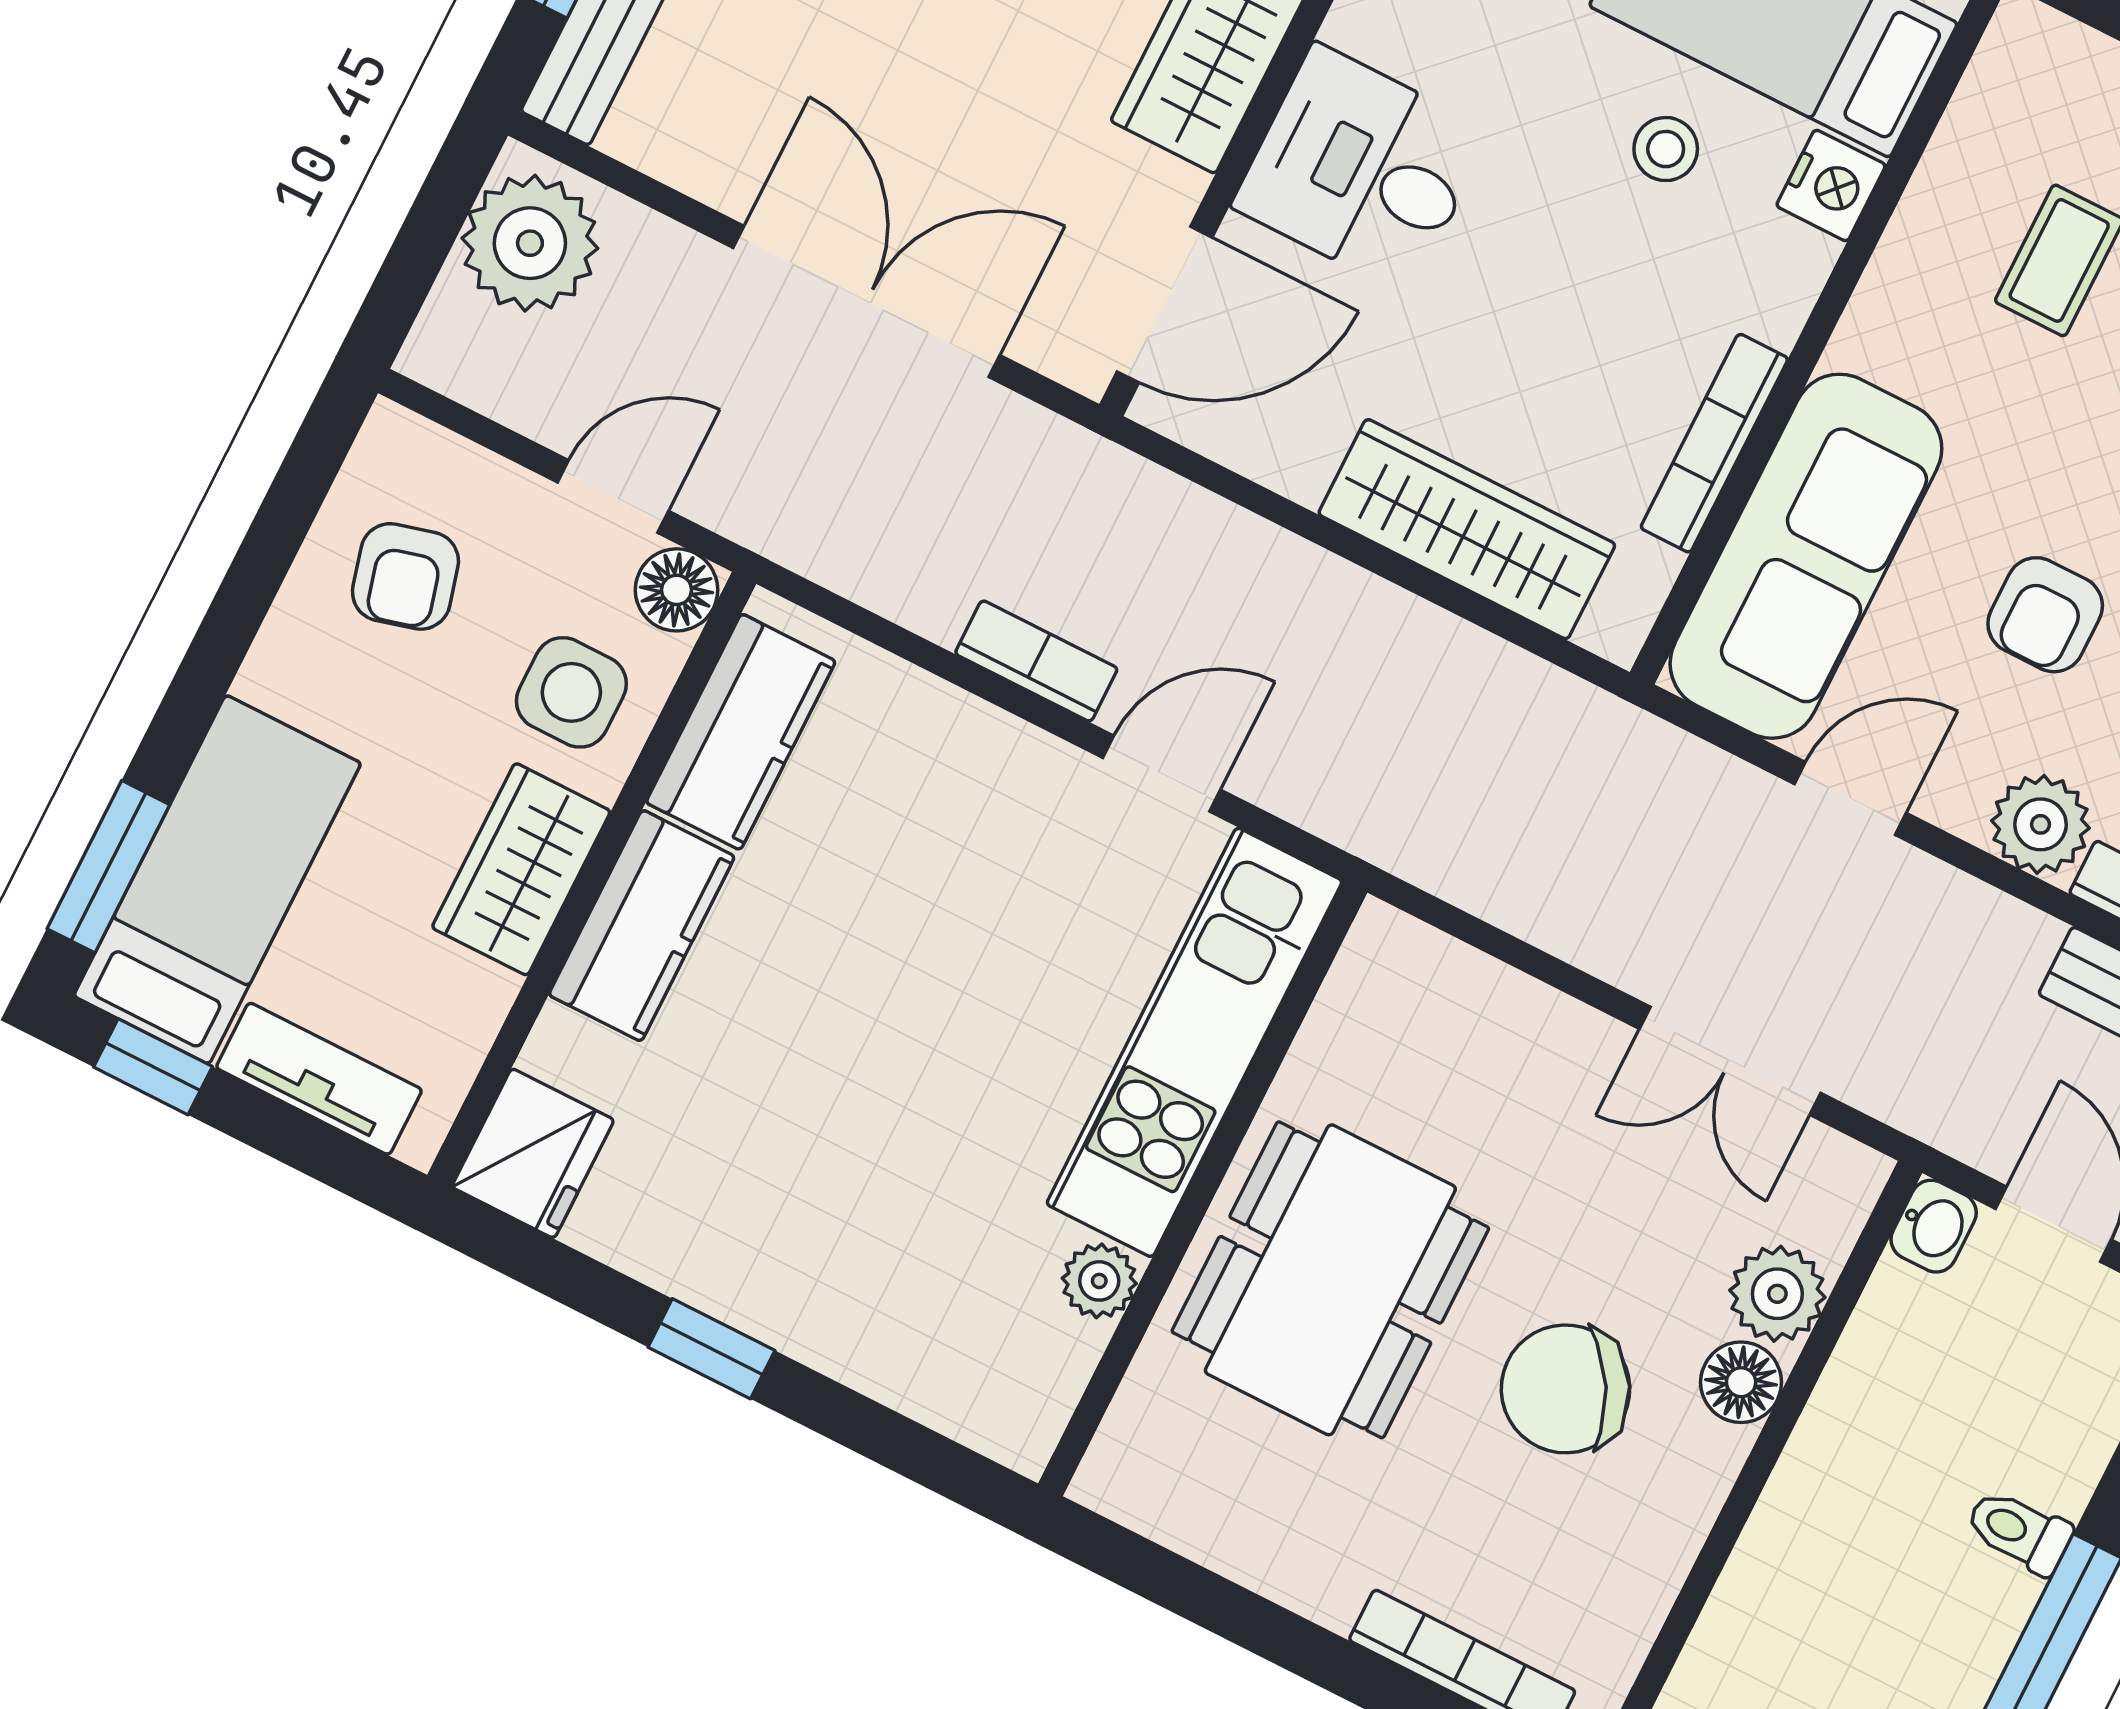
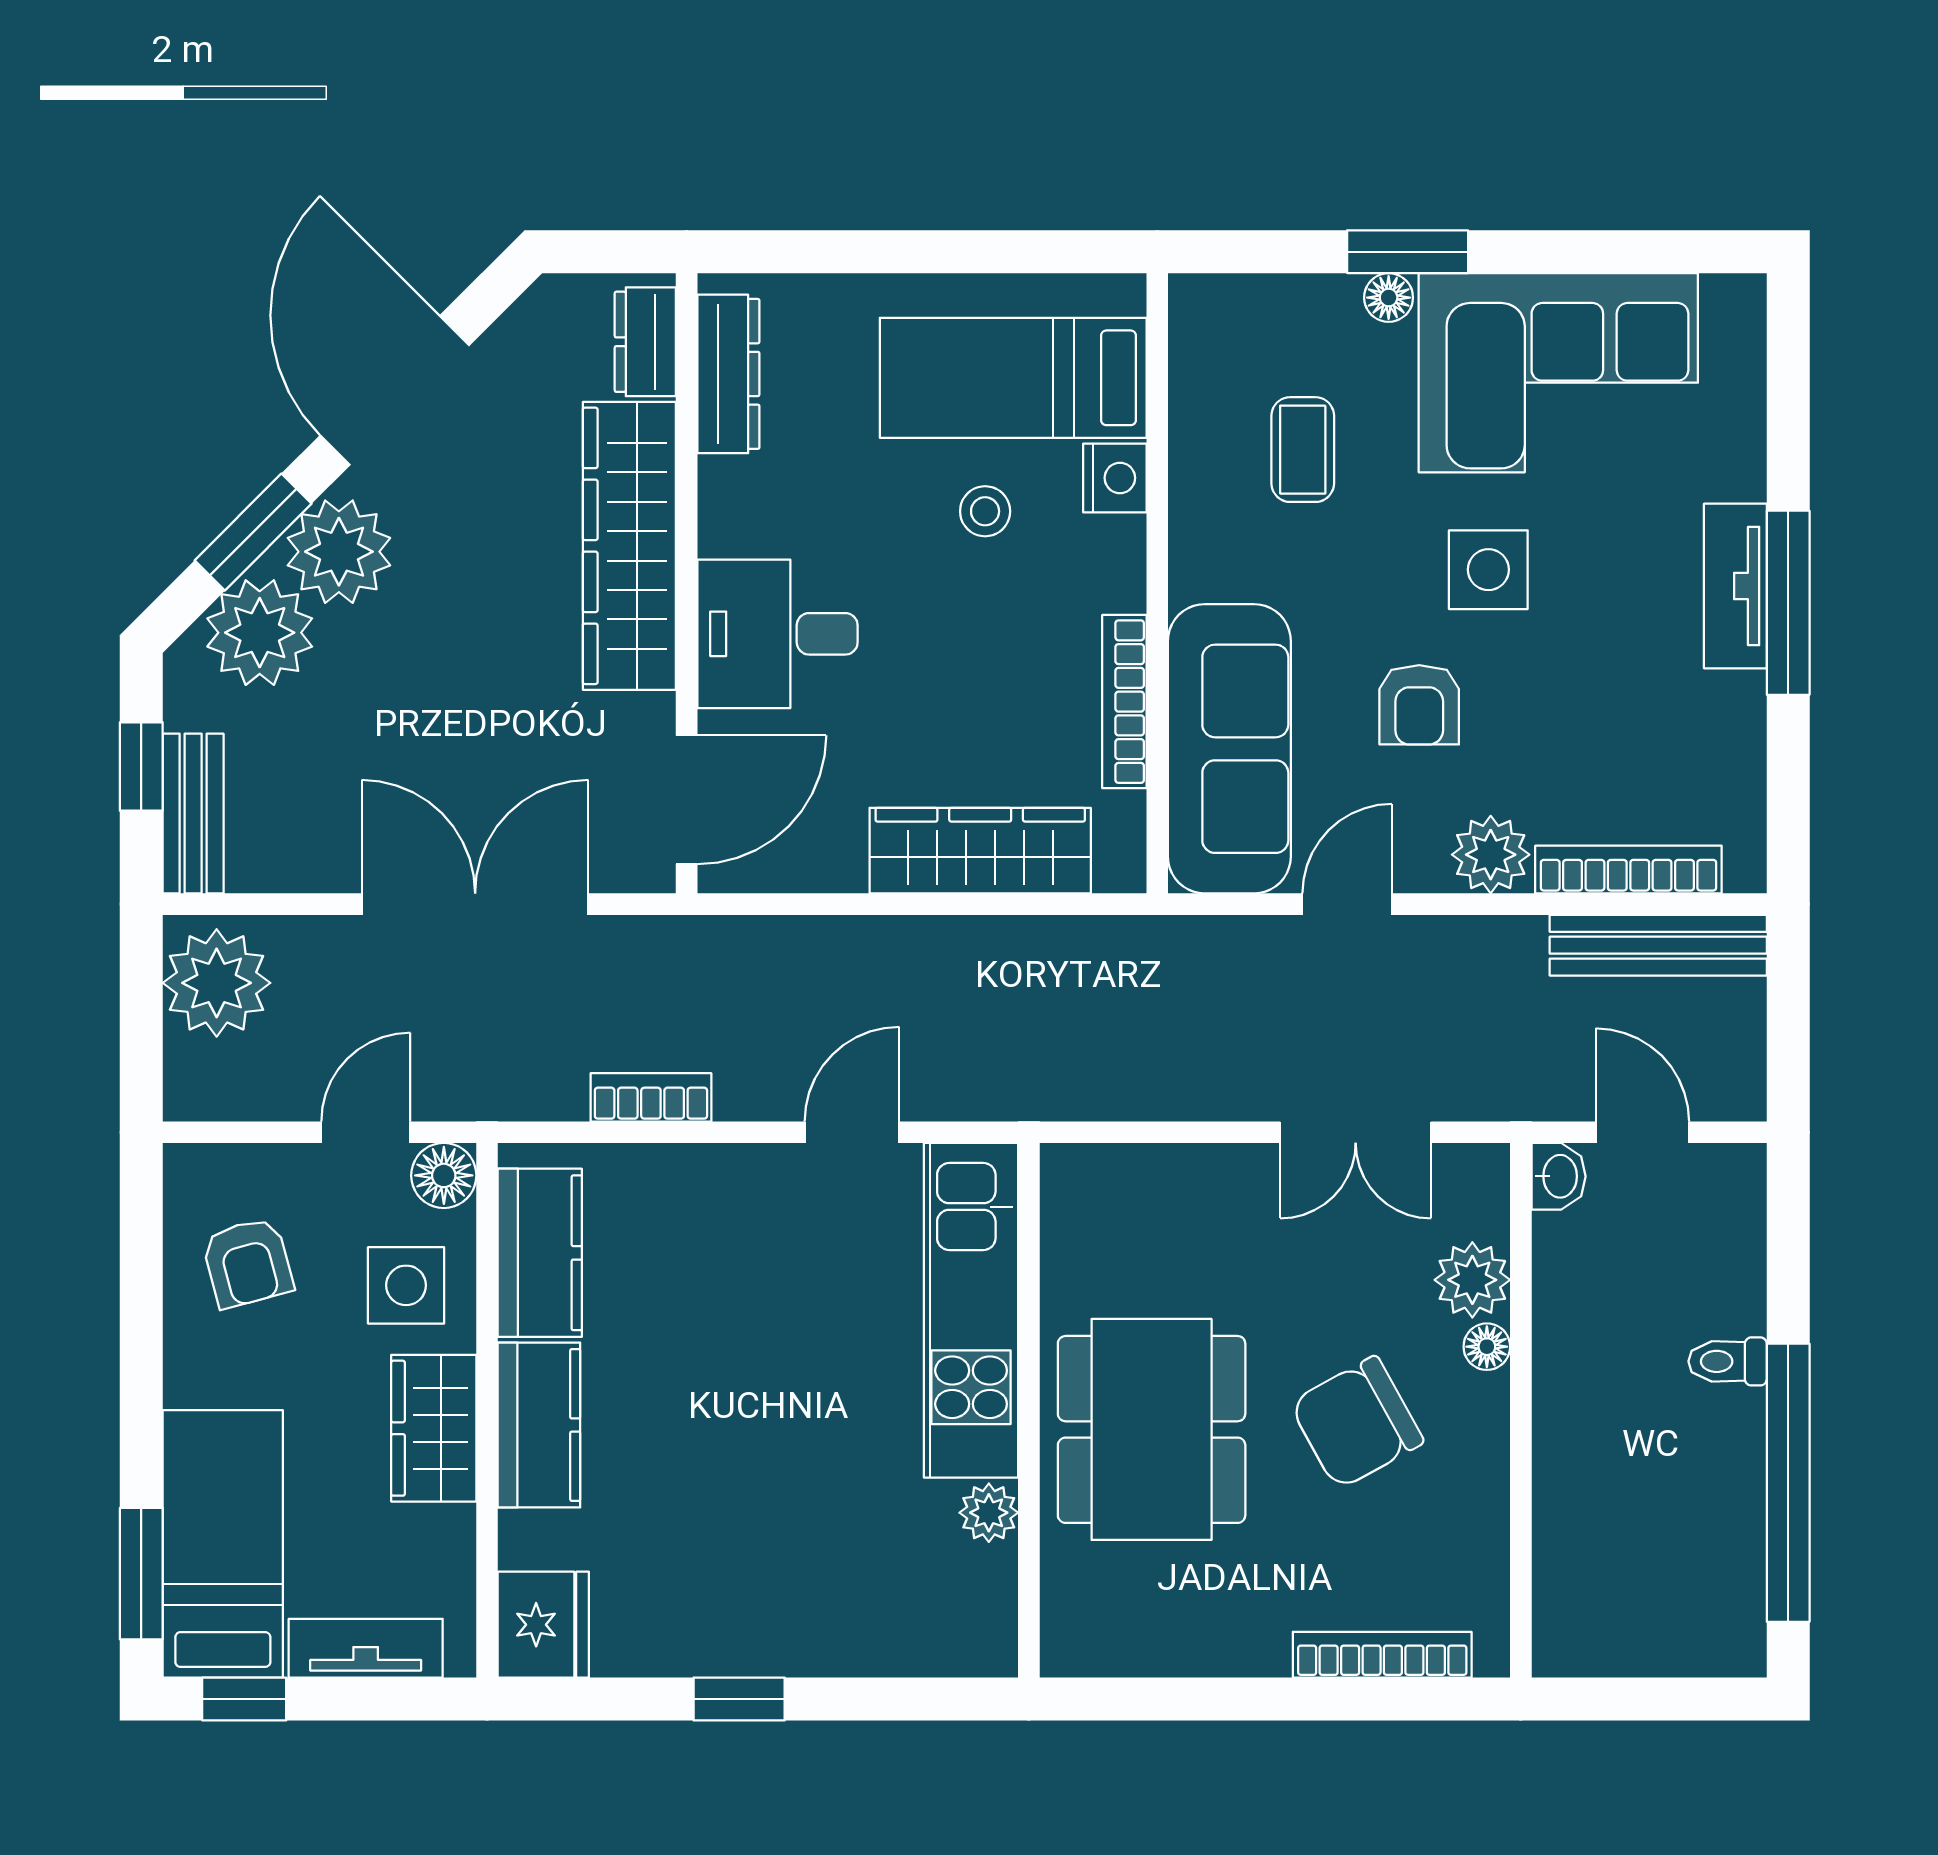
bookcase: (1036, 661) -> (651, 1097), moved
floor lamp: (1741, 1382) -> (1487, 1347), width x0.73, depth x0.73

